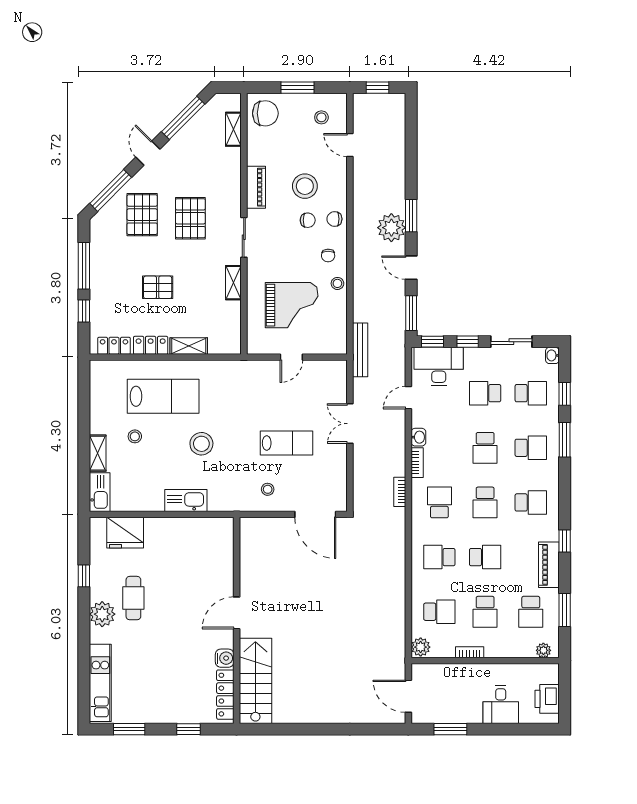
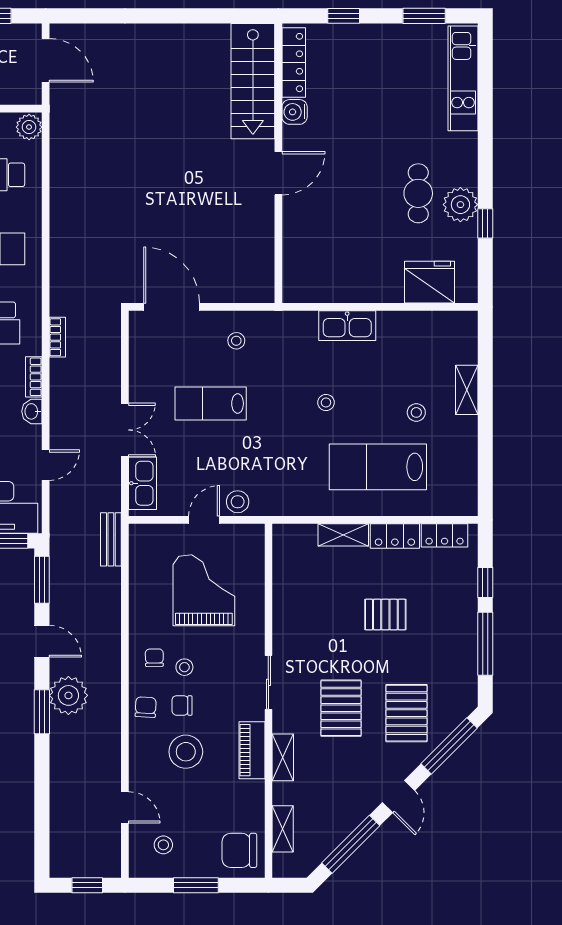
chair: (334, 219) -> (146, 707), turned -87
shelving: (233, 283) -> (283, 757), moved
stool: (337, 283) -> (184, 667), moved
grand piano: (292, 305) -> (204, 590), turned 90
bench: (360, 350) -> (111, 539), width x0.73
stool: (267, 371) -> (238, 502), added
stool: (201, 444) -> (326, 402), width x0.53, depth x0.53
kitchen sink: (100, 492) -> (142, 483), moved, turned 180
plant: (102, 614) -> (460, 205), moved

